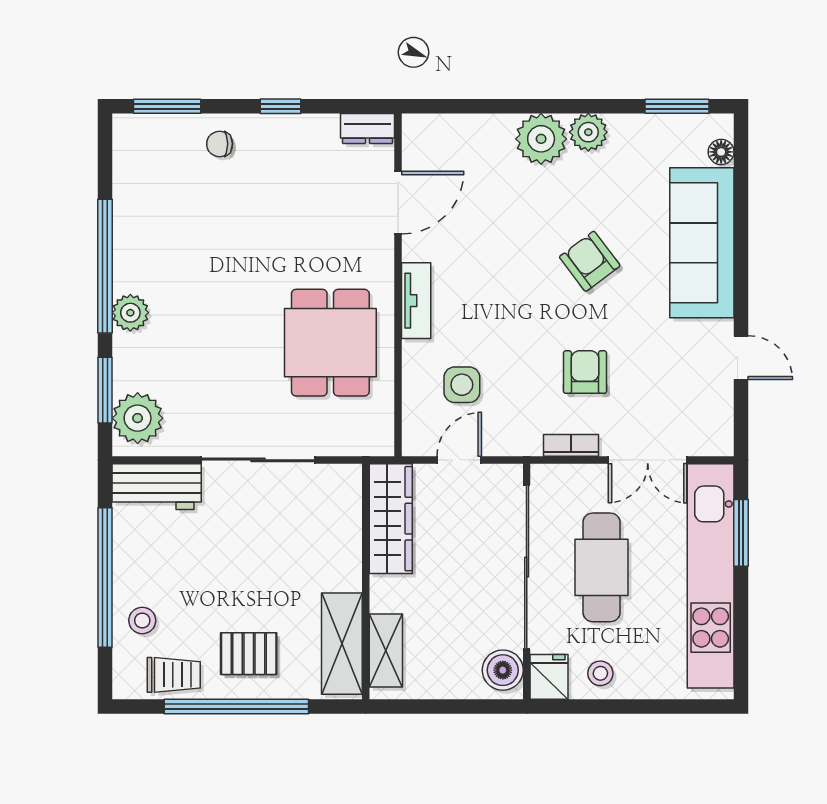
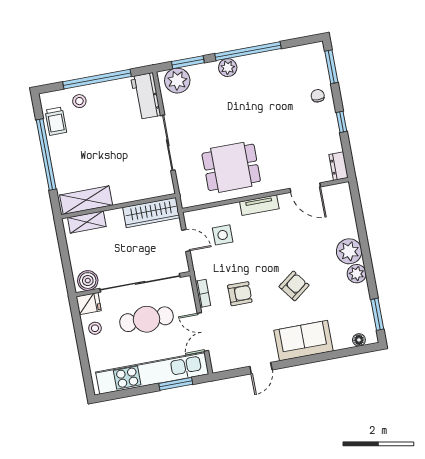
sofa: (702, 243) -> (303, 341), width x0.73
pallet: (249, 654) -> (73, 156), removed

